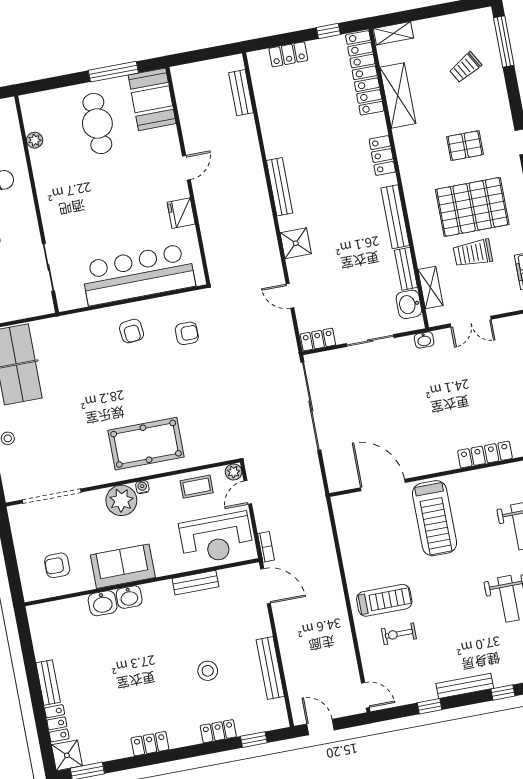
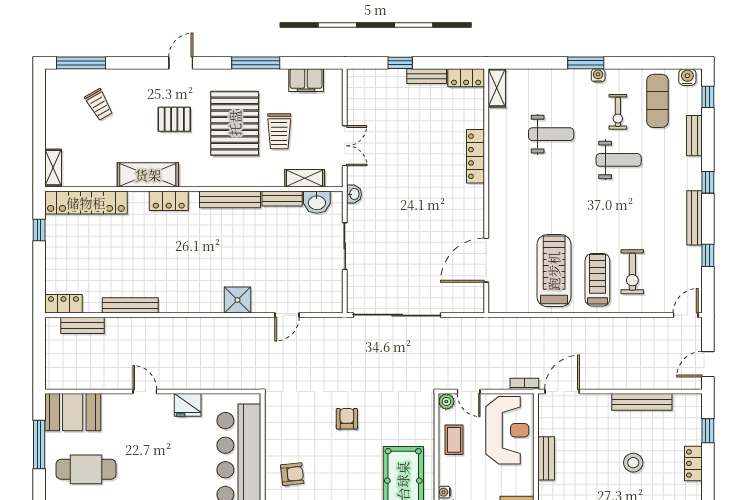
locker: (288, 54) -> (63, 304), moved, turned -90
shelving: (398, 95) -> (148, 175), moved
pallet: (465, 146) -> (174, 119), turned 90
bench: (279, 187) -> (130, 305), moved
armchair: (187, 333) -> (347, 419), moved
locker: (318, 340) -> (334, 296), removed
treadmill: (435, 518) -> (554, 271), moved, turned -90
exercise bike: (399, 634) -> (632, 272), width x1.38, depth x1.39

